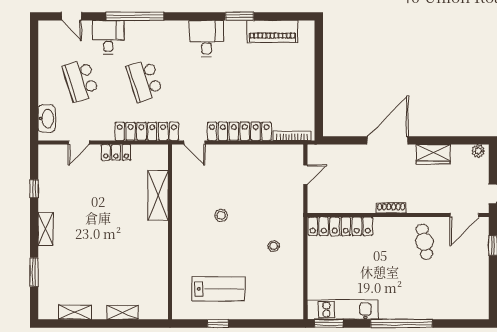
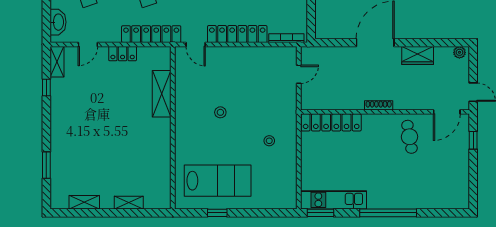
shelving: (46, 229) -> (57, 62), moved
lab bench: (218, 289) -> (218, 181), width x1.36, depth x1.39

